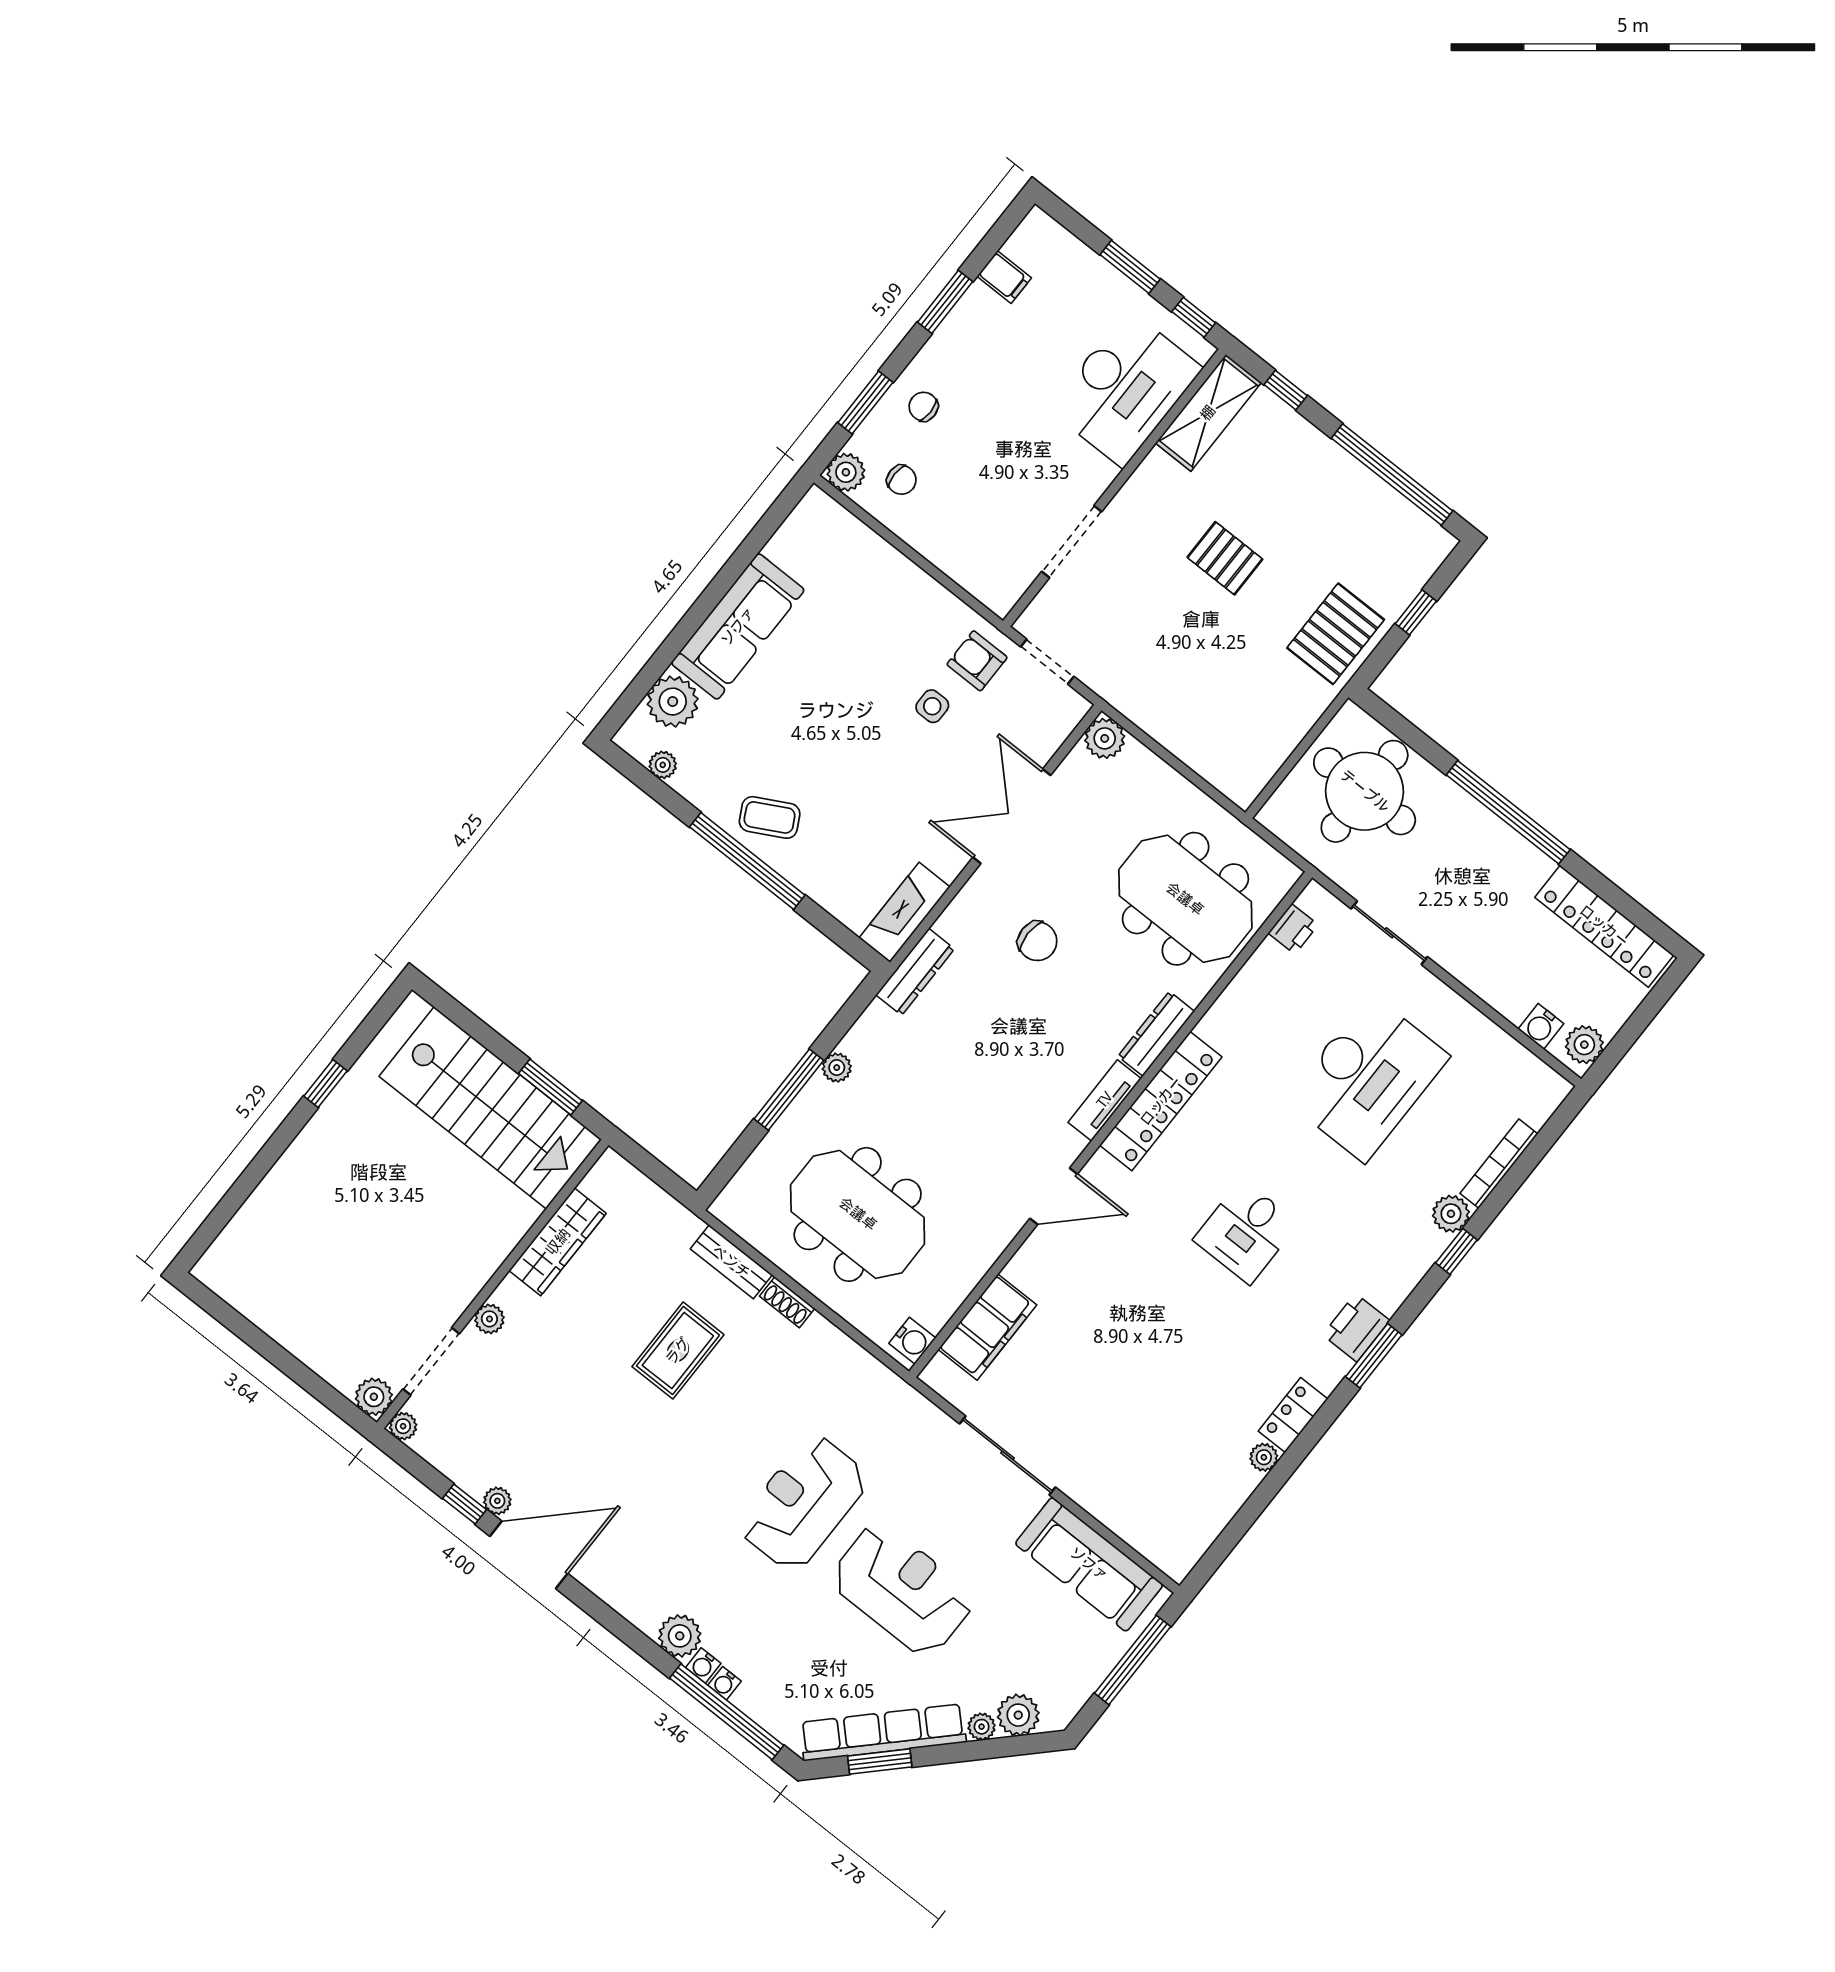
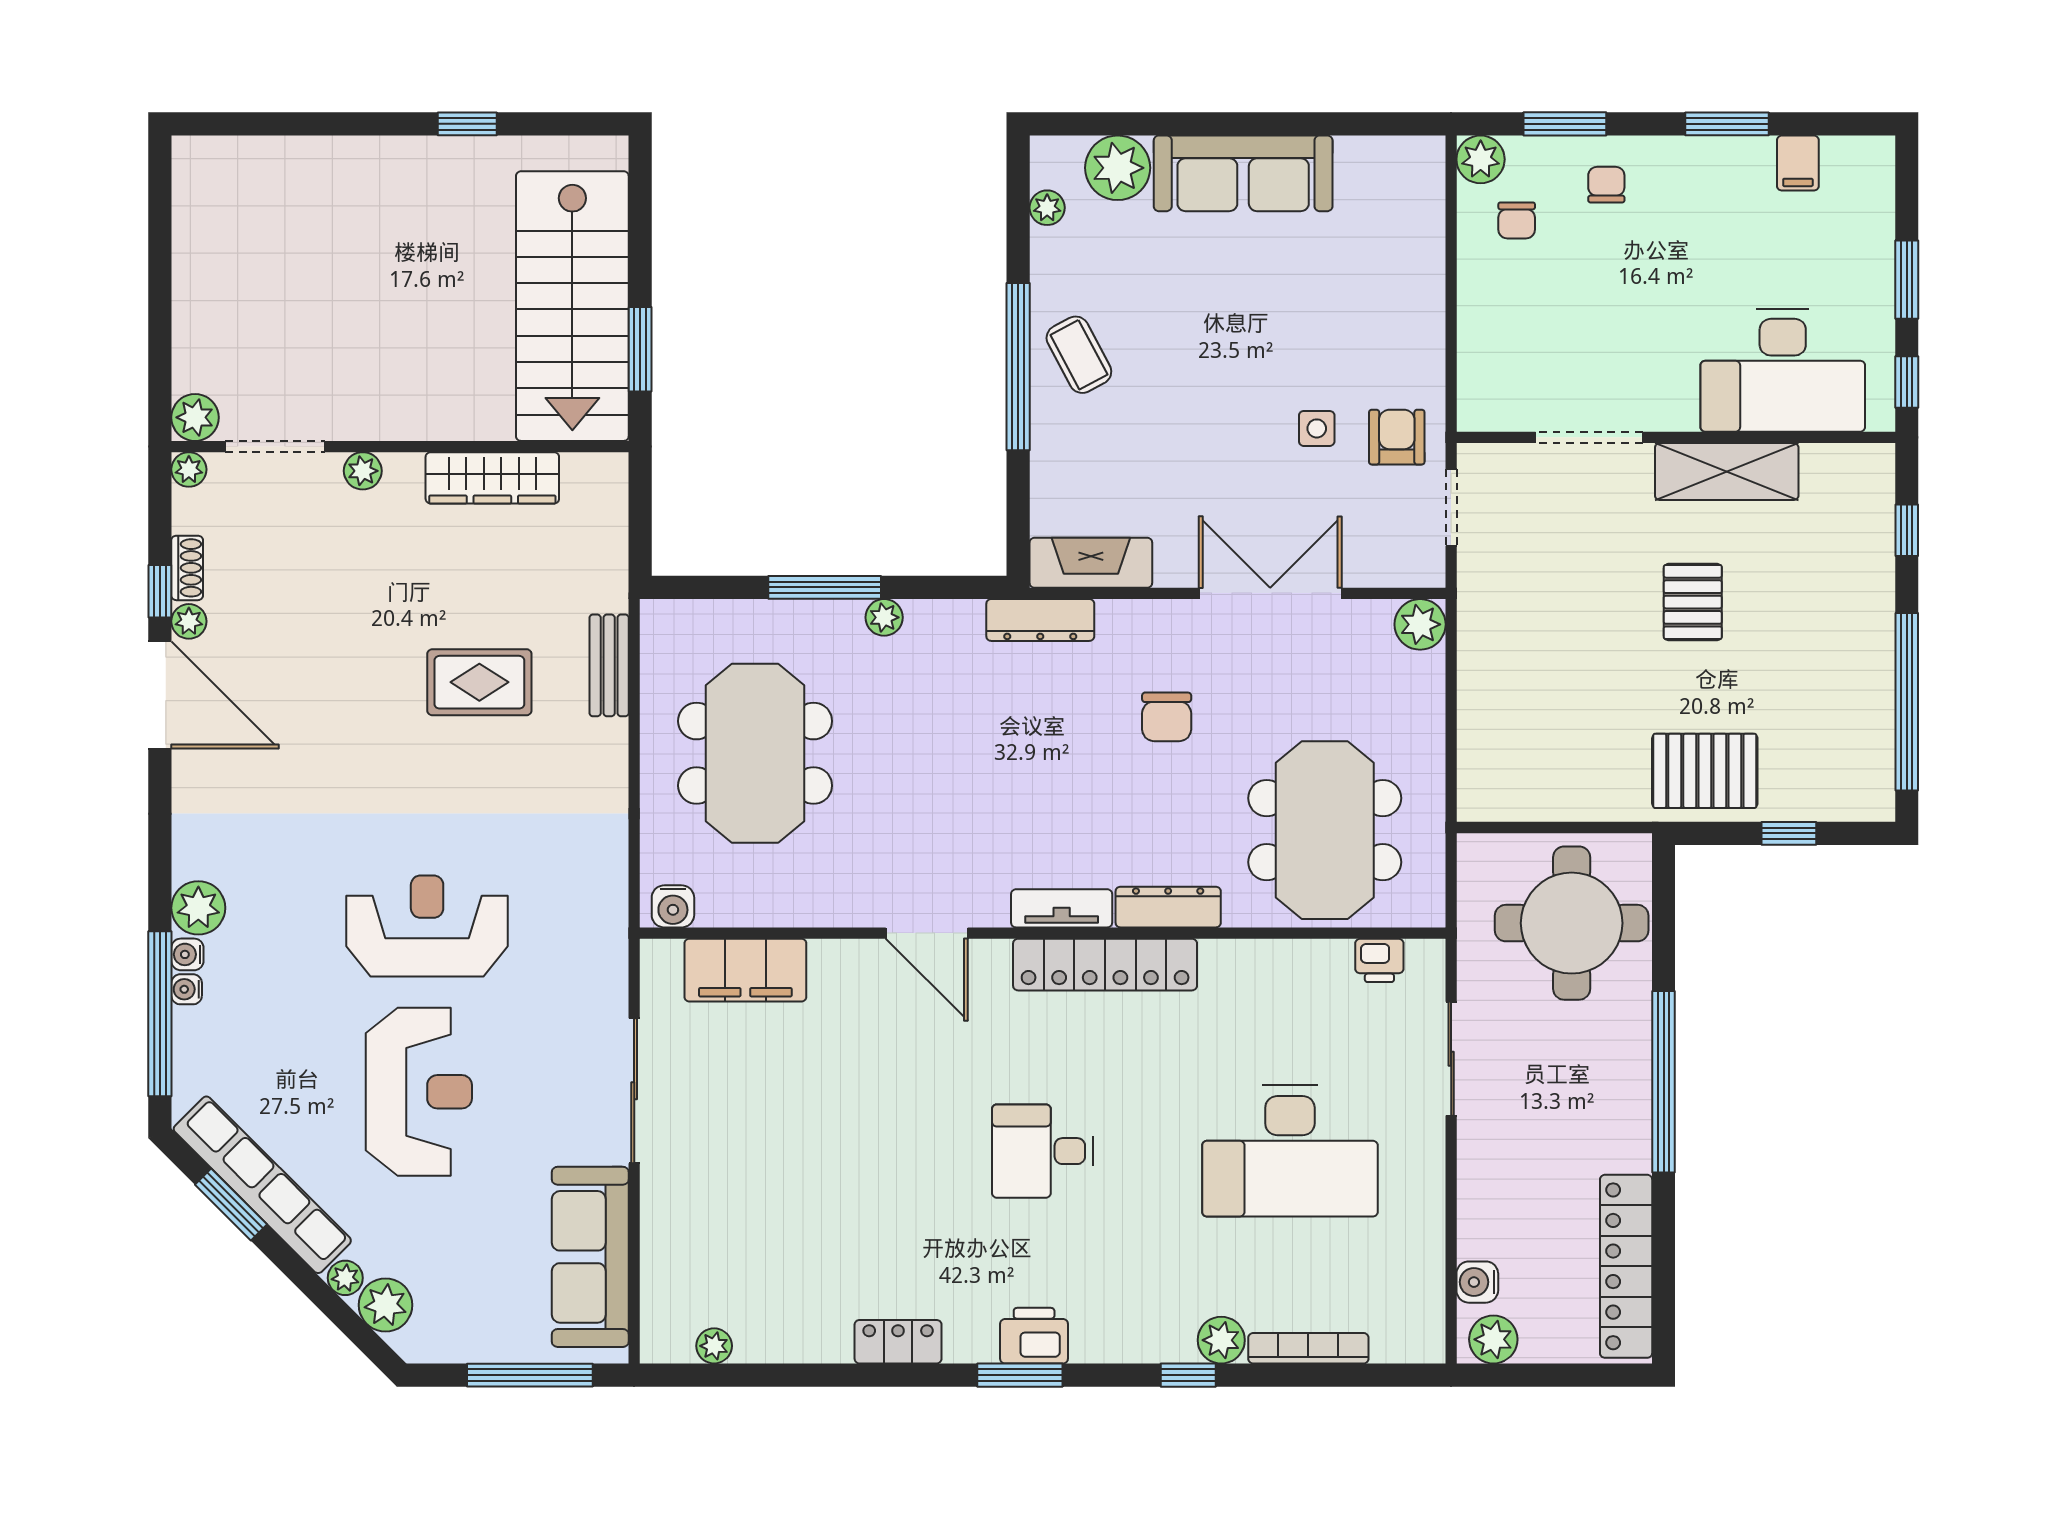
shelving: (1208, 413) -> (1727, 472), moved
shoe rack: (787, 1302) -> (187, 568), moved, turned 180
plant: (1264, 1457) -> (714, 1346), moved

